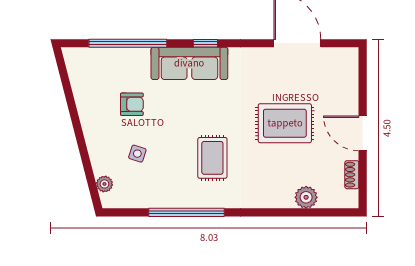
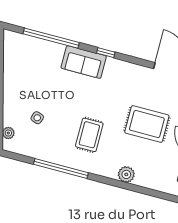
sofa: (189, 63) -> (84, 62), width x0.73
armchair: (132, 104) -> (43, 82), removed
plant: (306, 197) -> (126, 174), moved

